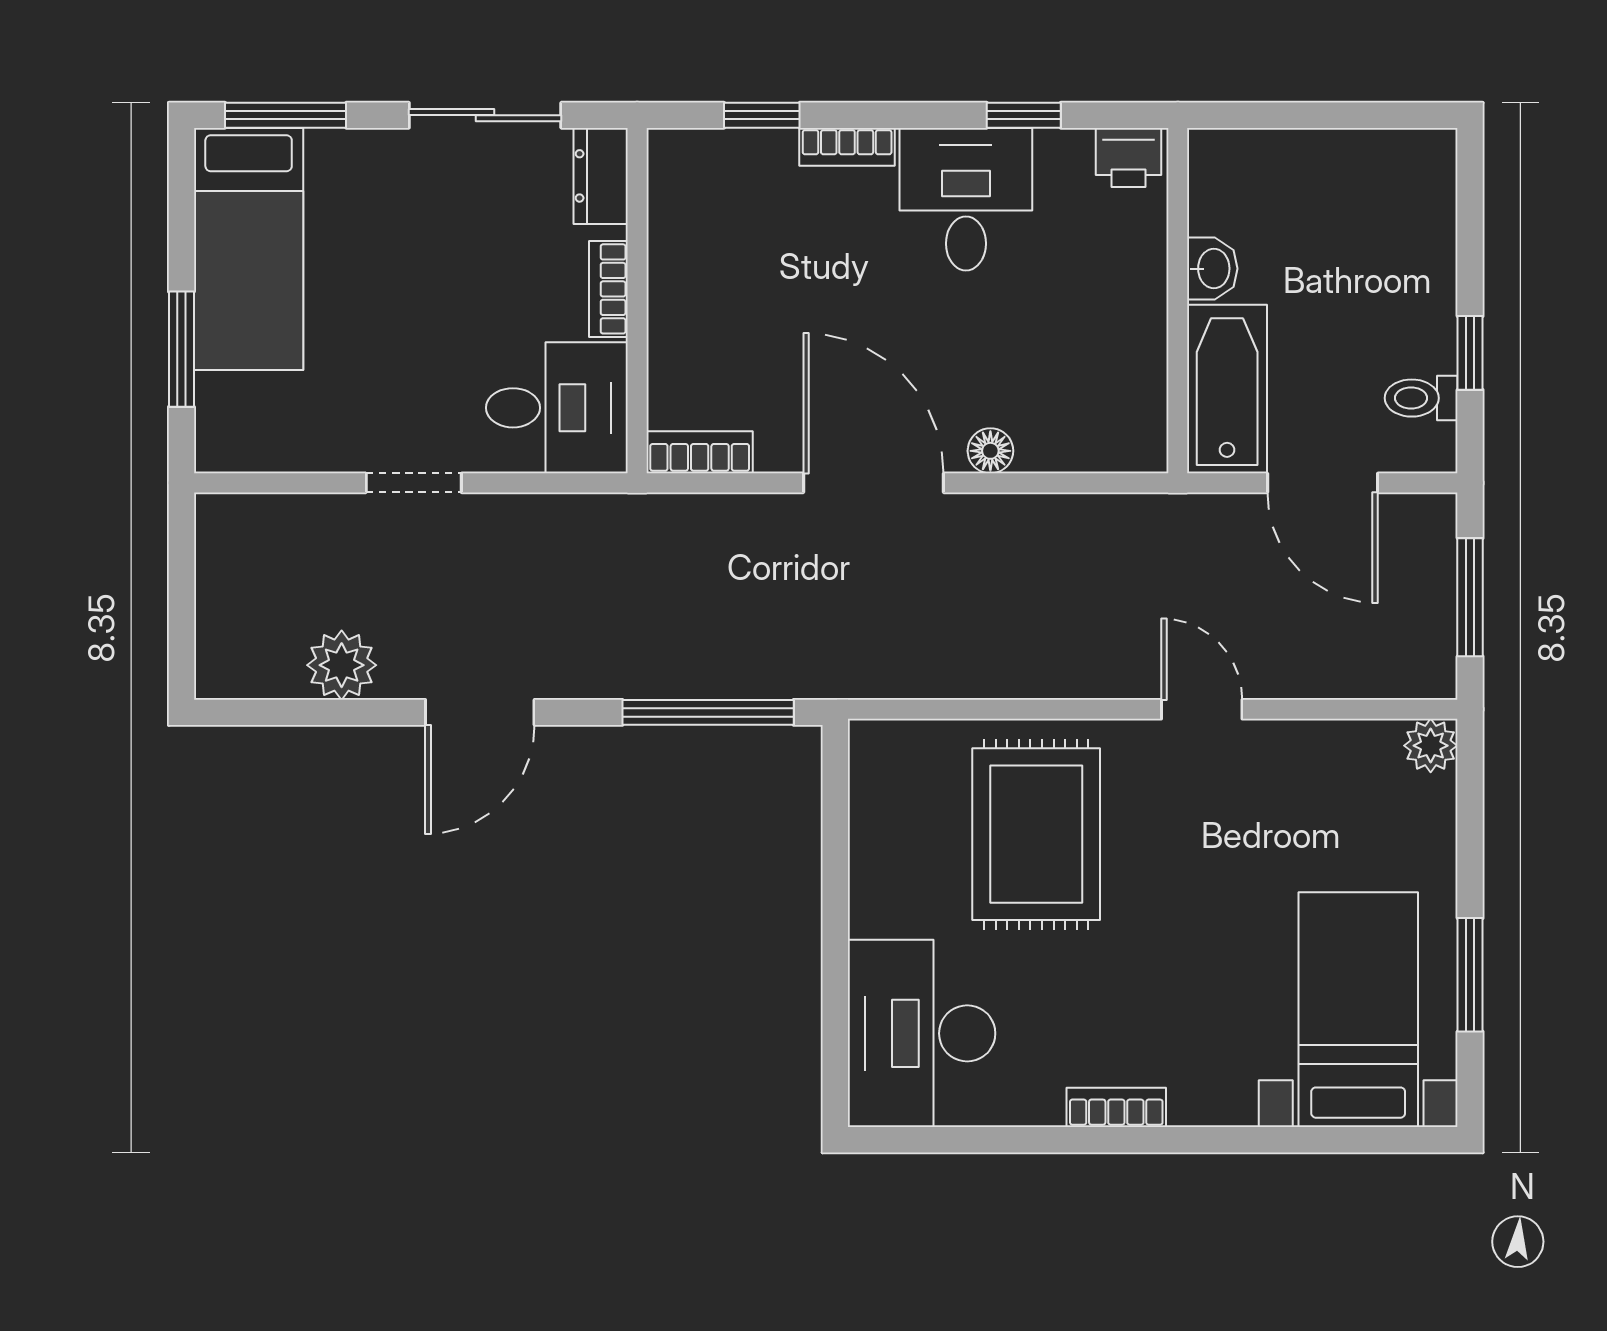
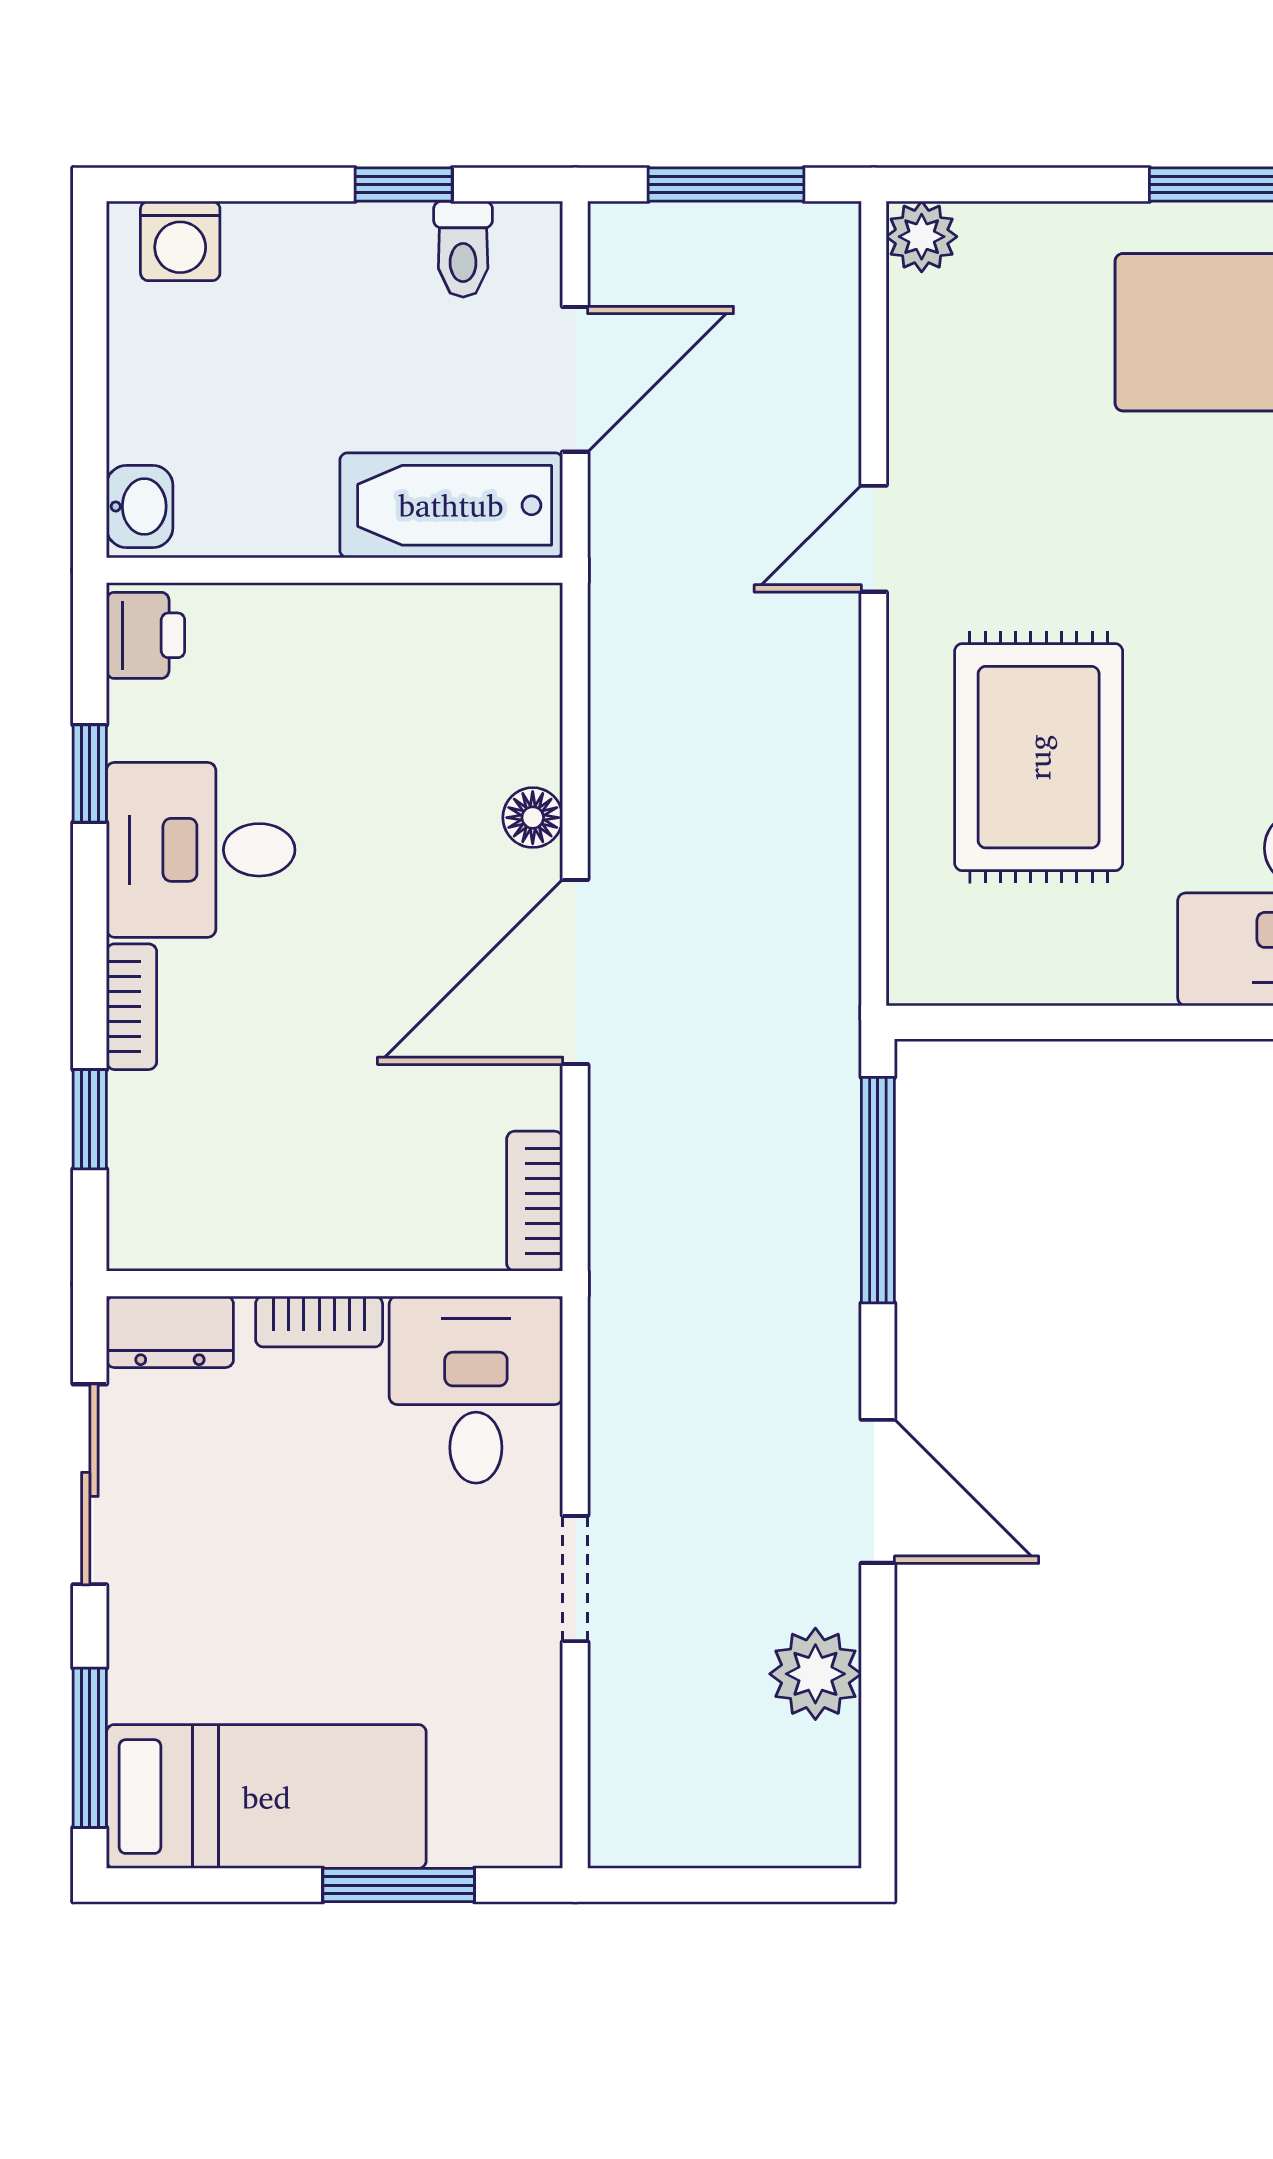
washing machine: (1427, 184) -> (180, 241), added
washbasin: (1212, 269) -> (140, 506), moved, turned 90
rug: (1036, 834) -> (1039, 757), turned 90

